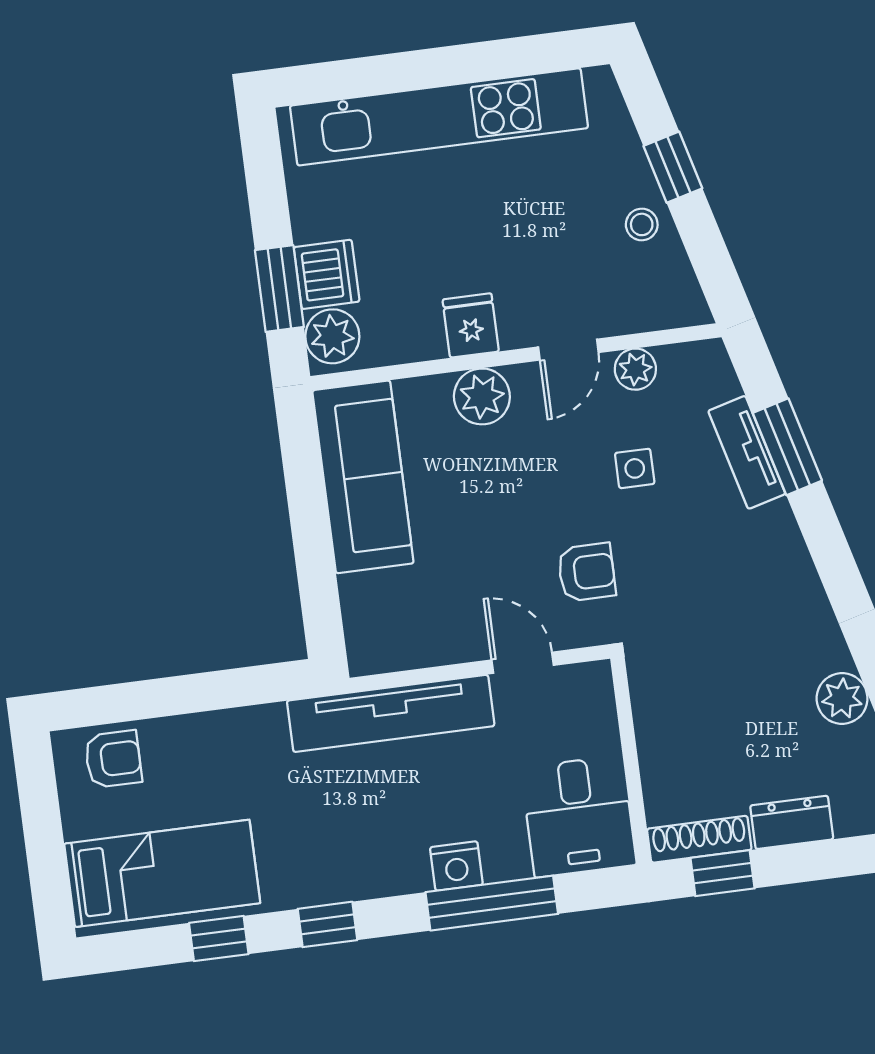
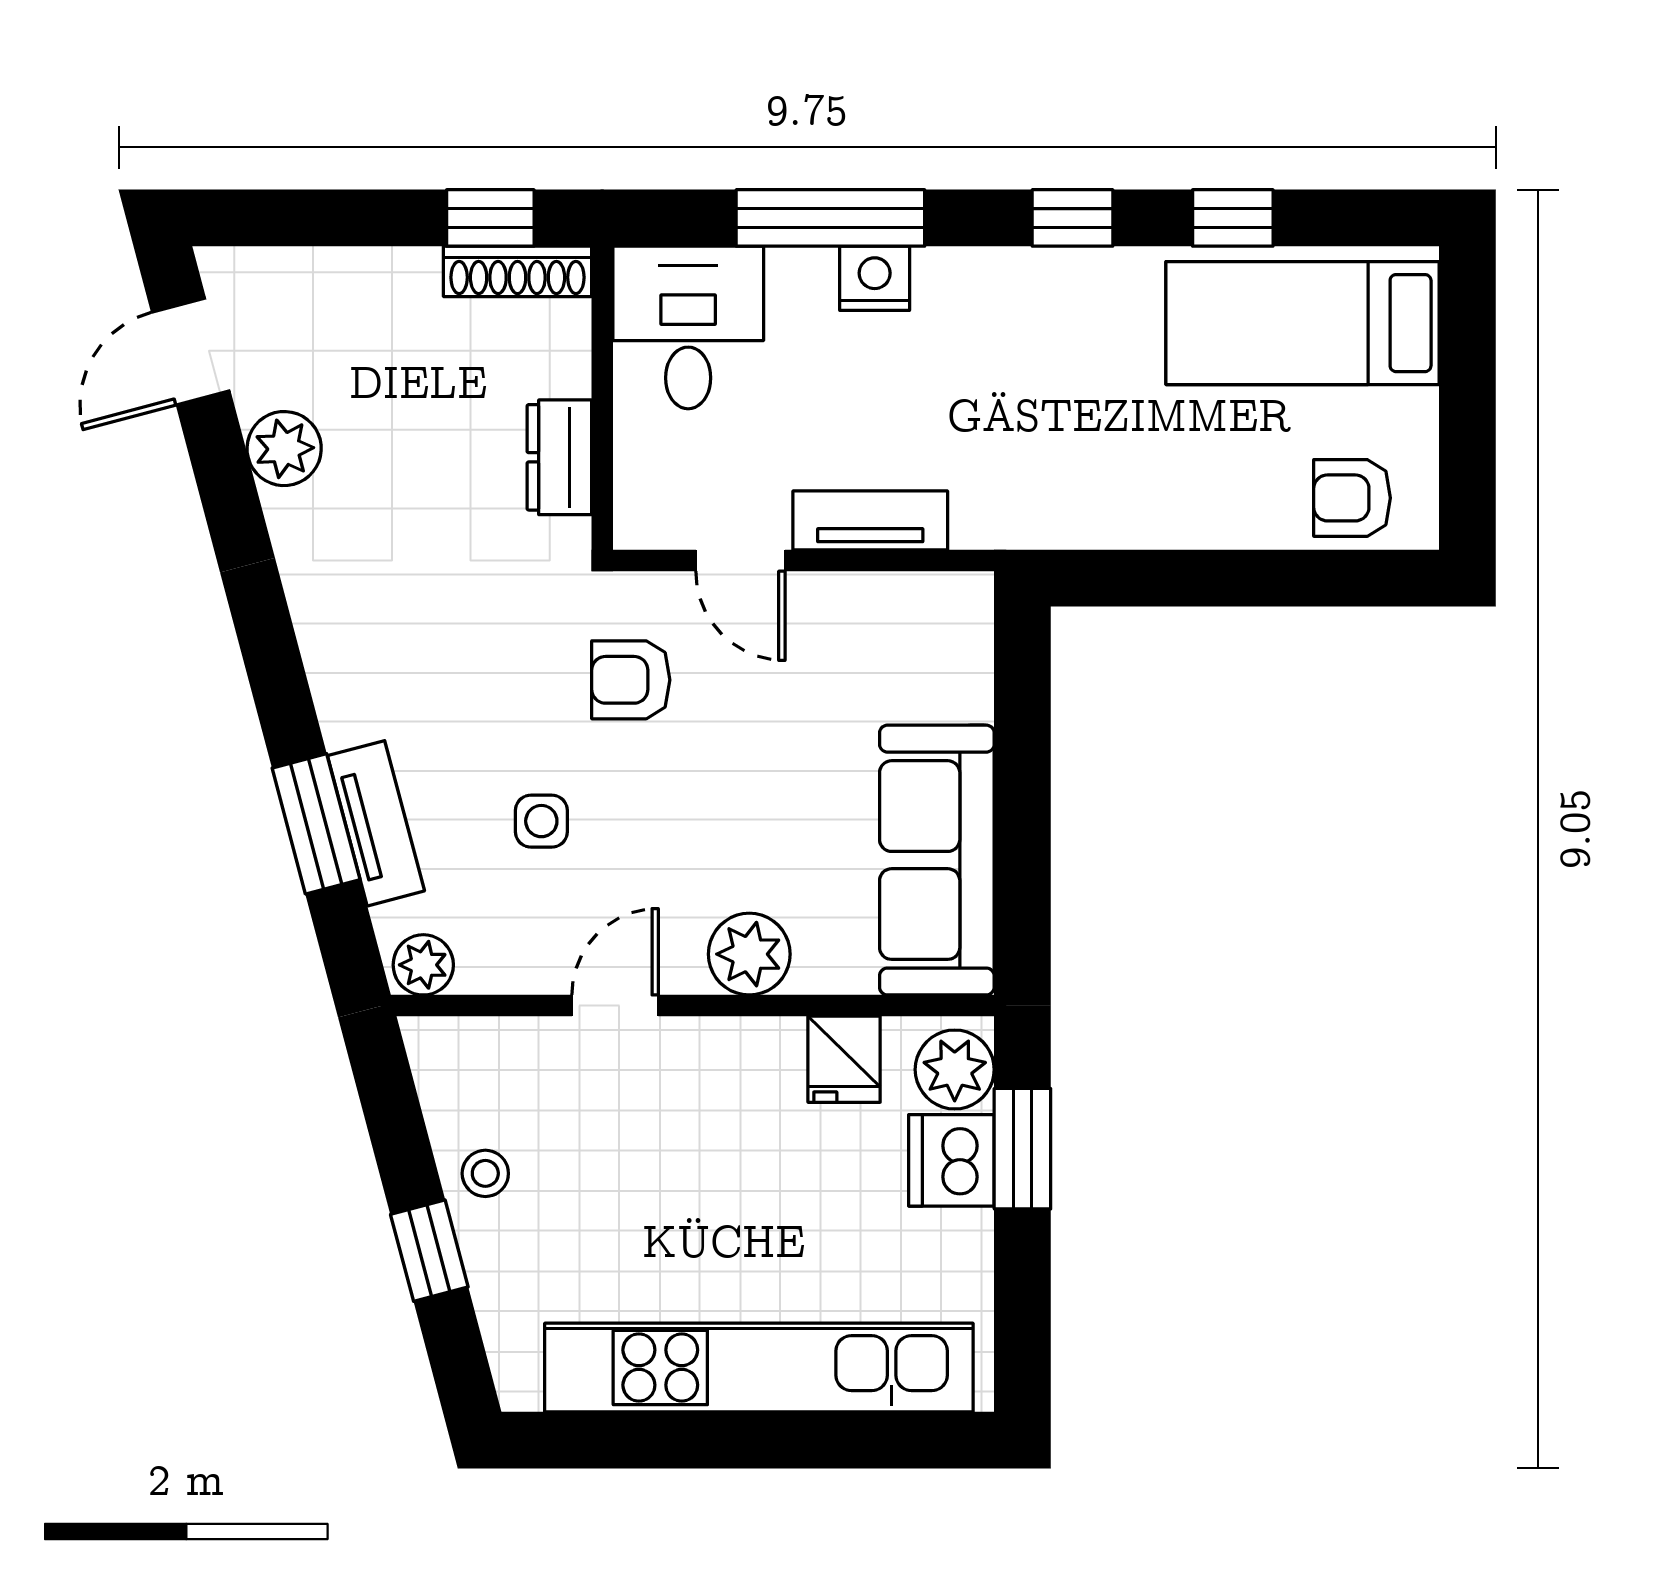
fridge: (471, 325) -> (844, 1059), moved
plant: (635, 369) -> (423, 965), moved
tv unit: (391, 713) -> (870, 520), width x0.52, depth x0.78
dresser: (792, 822) -> (559, 457), moved, turned 90

